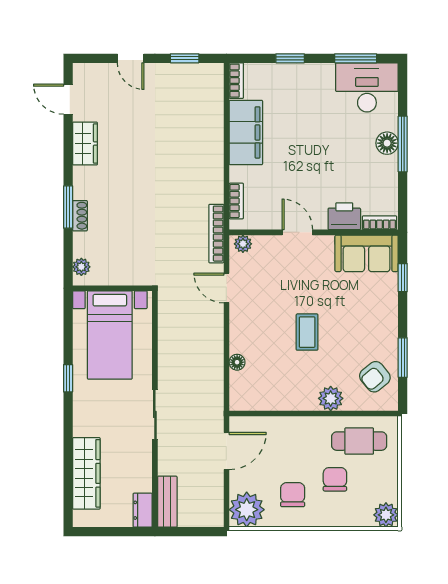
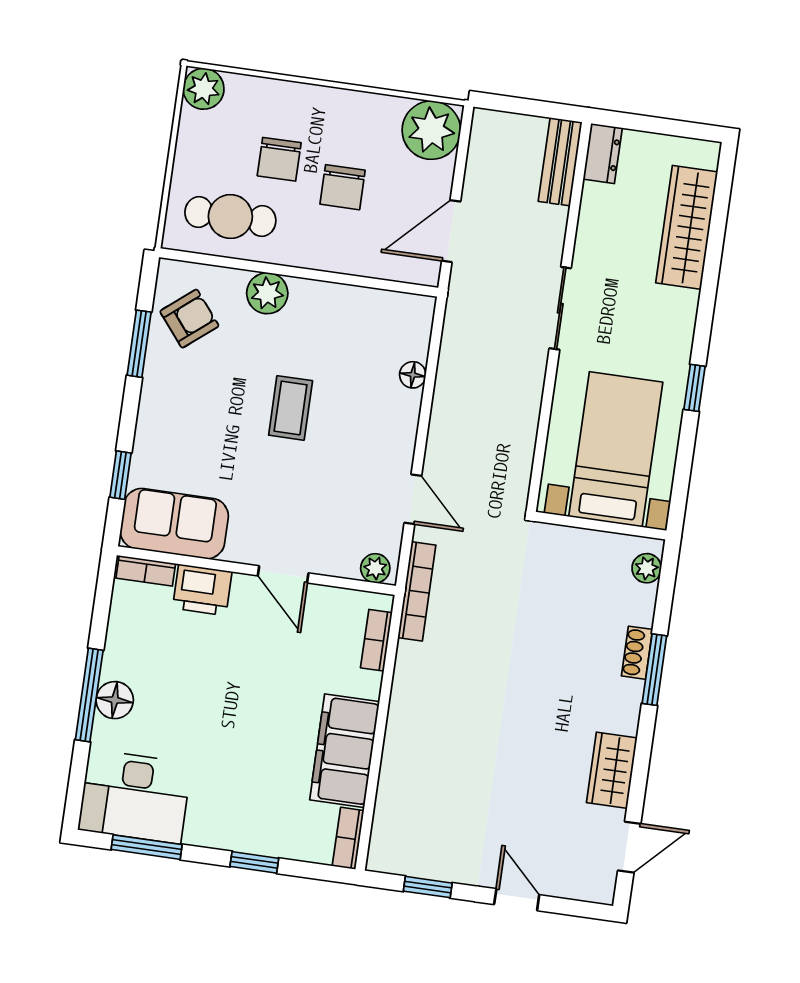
door: (68, 99) -> (629, 847), hinge flipped
chair: (293, 495) -> (343, 187), moved

